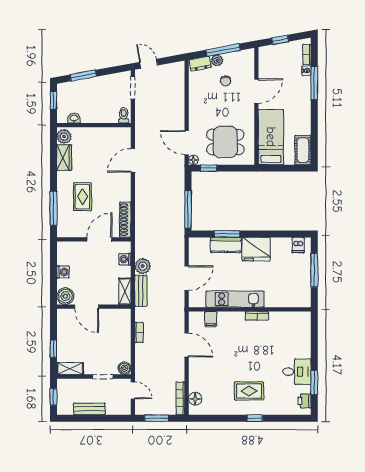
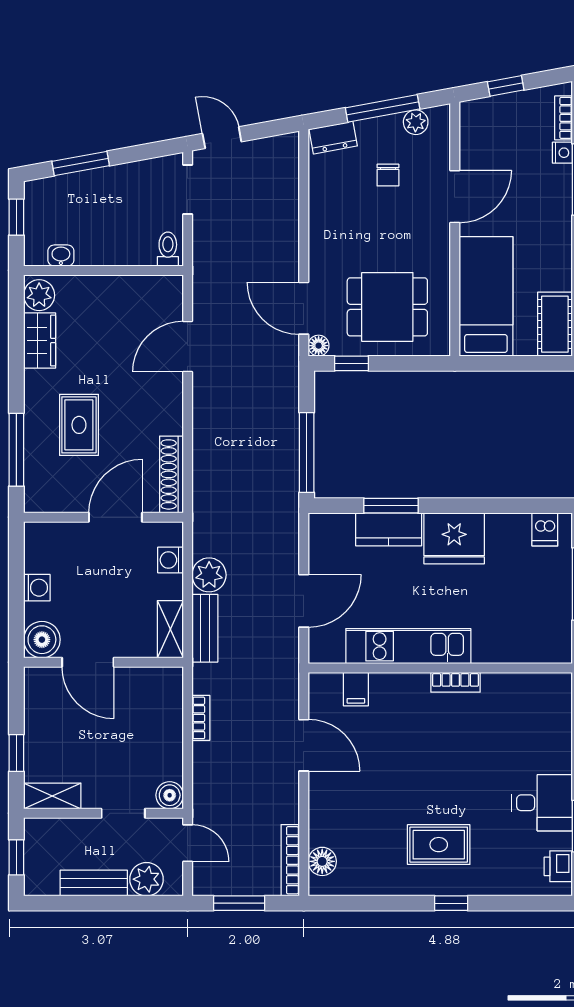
plant: (217, 60) -> (416, 122), moved
plant: (114, 407) -> (147, 879), added

